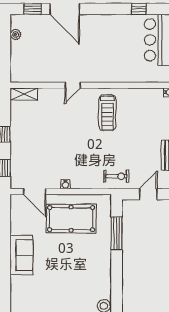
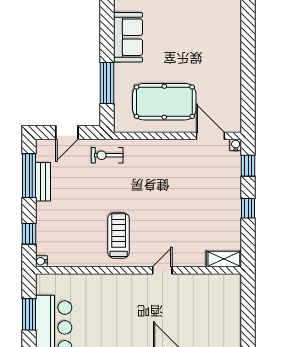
plant: (15, 34) -> (235, 334), removed
water cooler: (65, 184) -> (236, 145), moved
sofa: (21, 255) -> (128, 37), moved, turned 180

